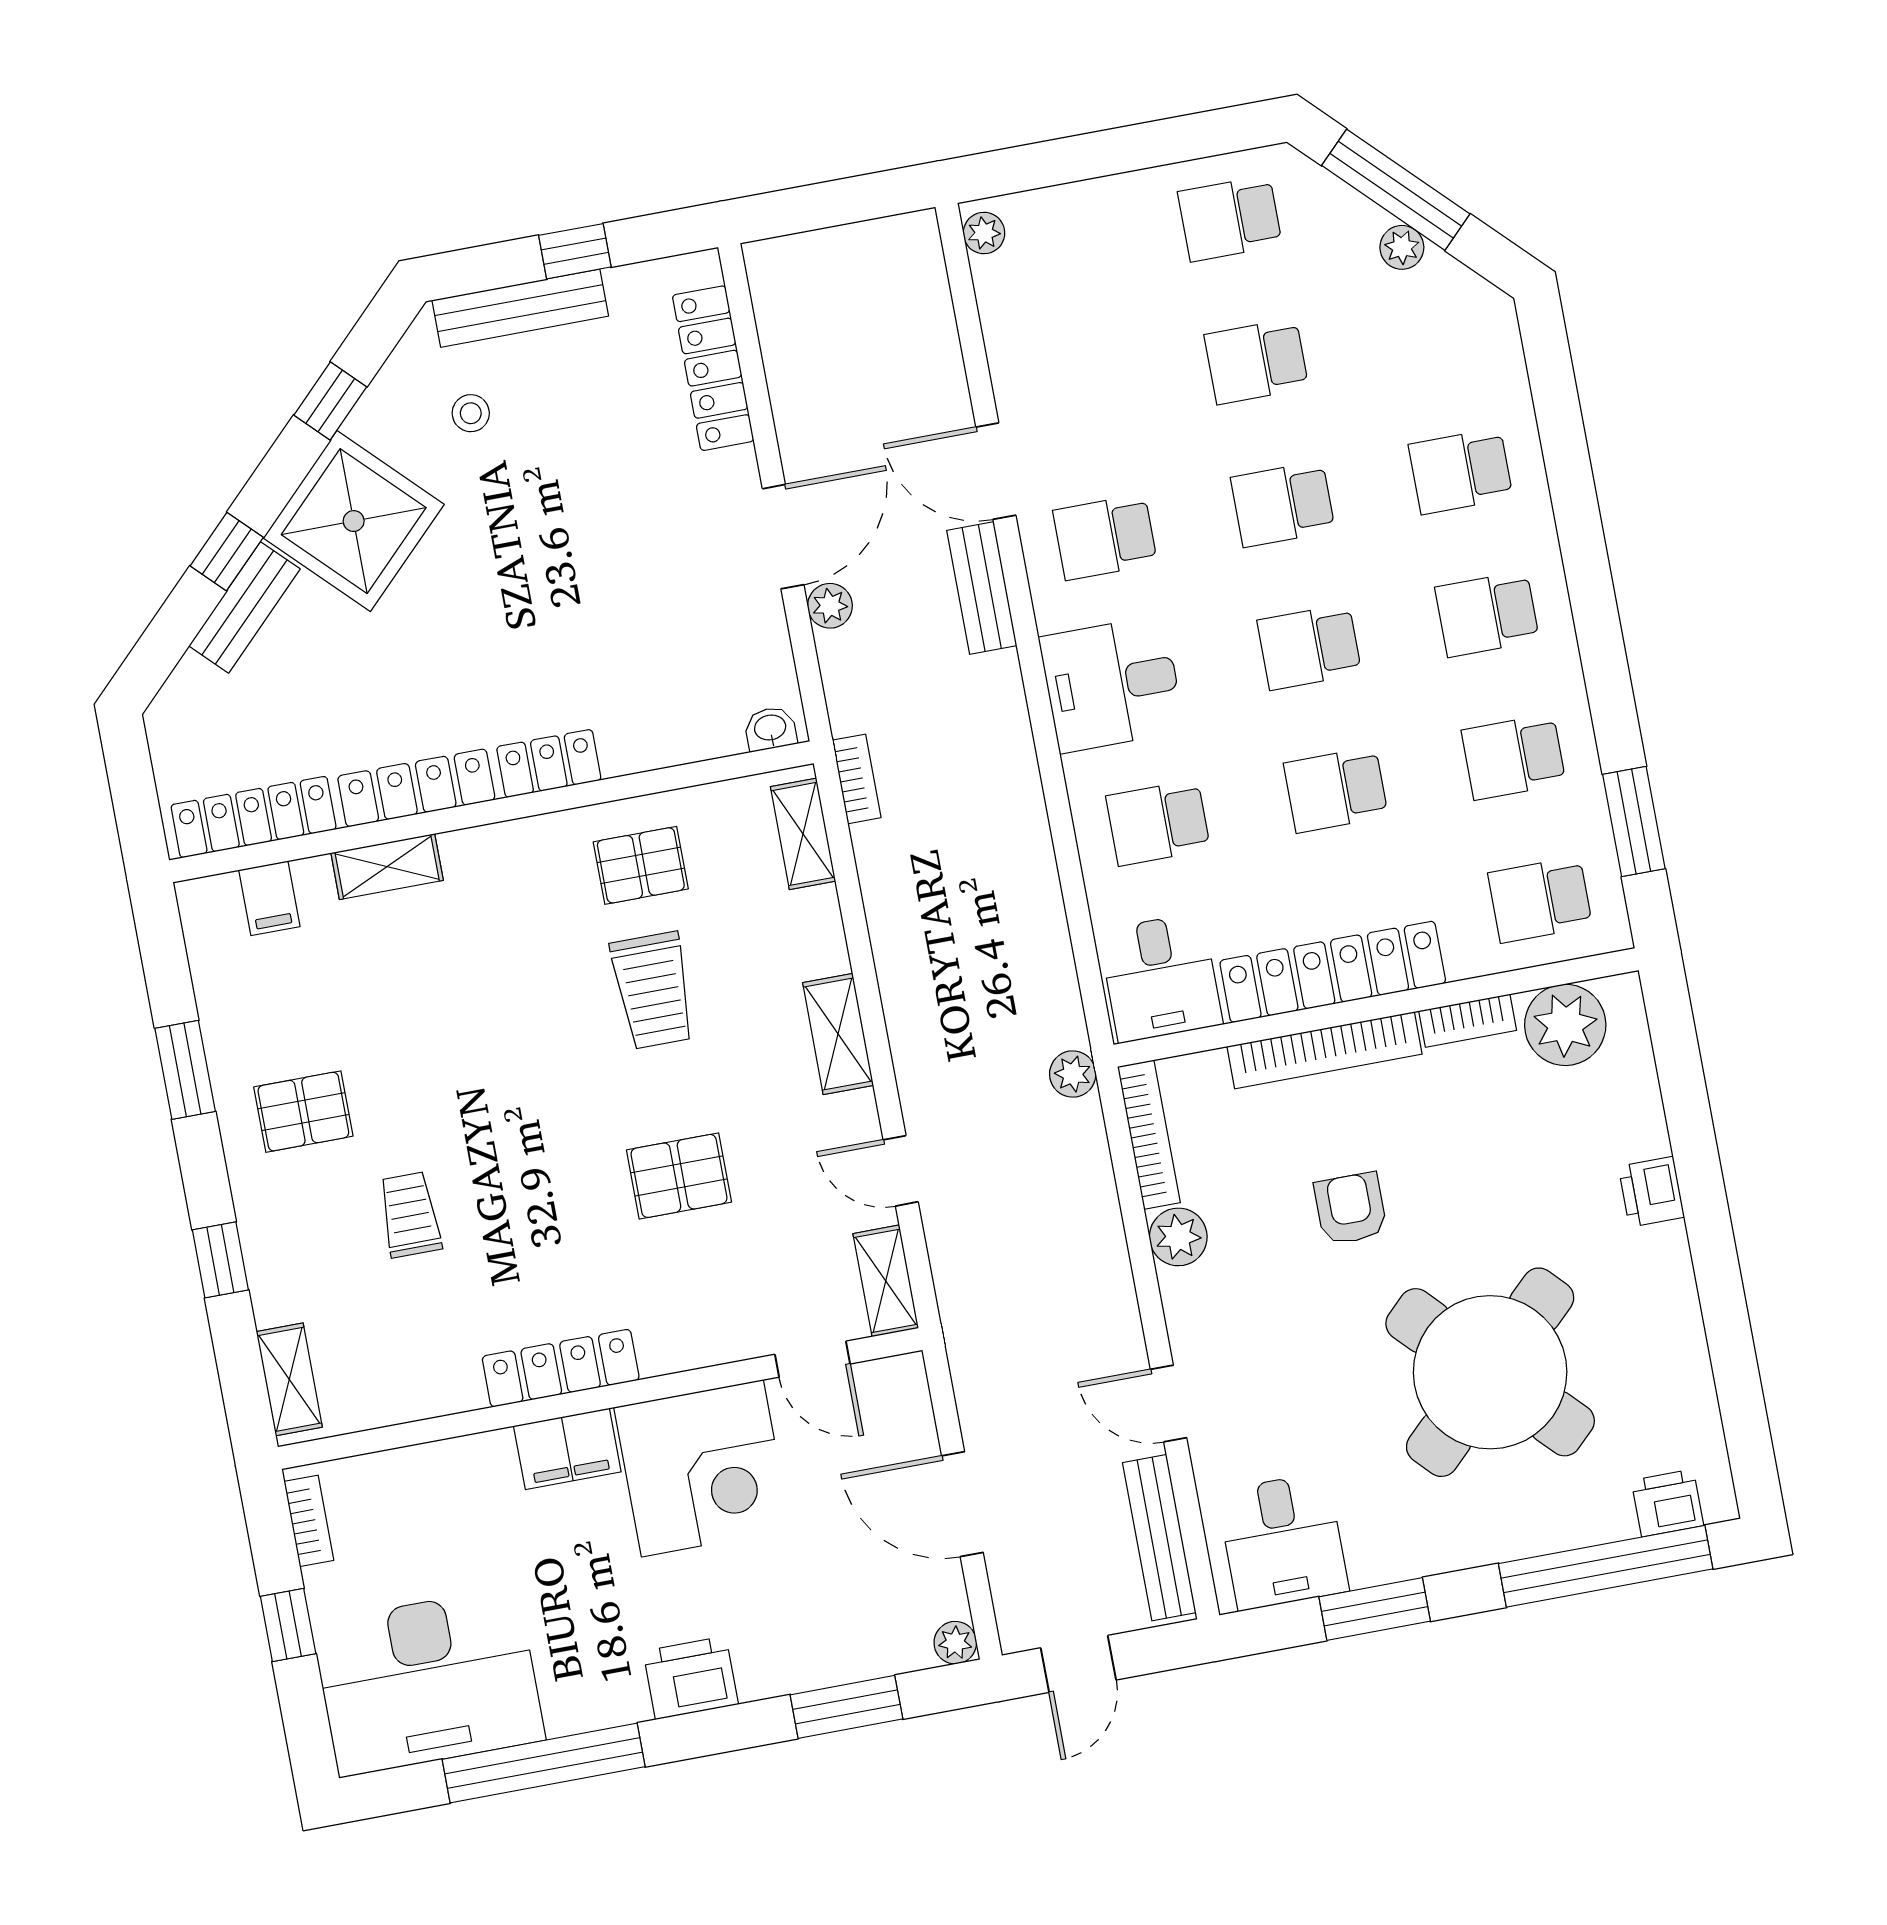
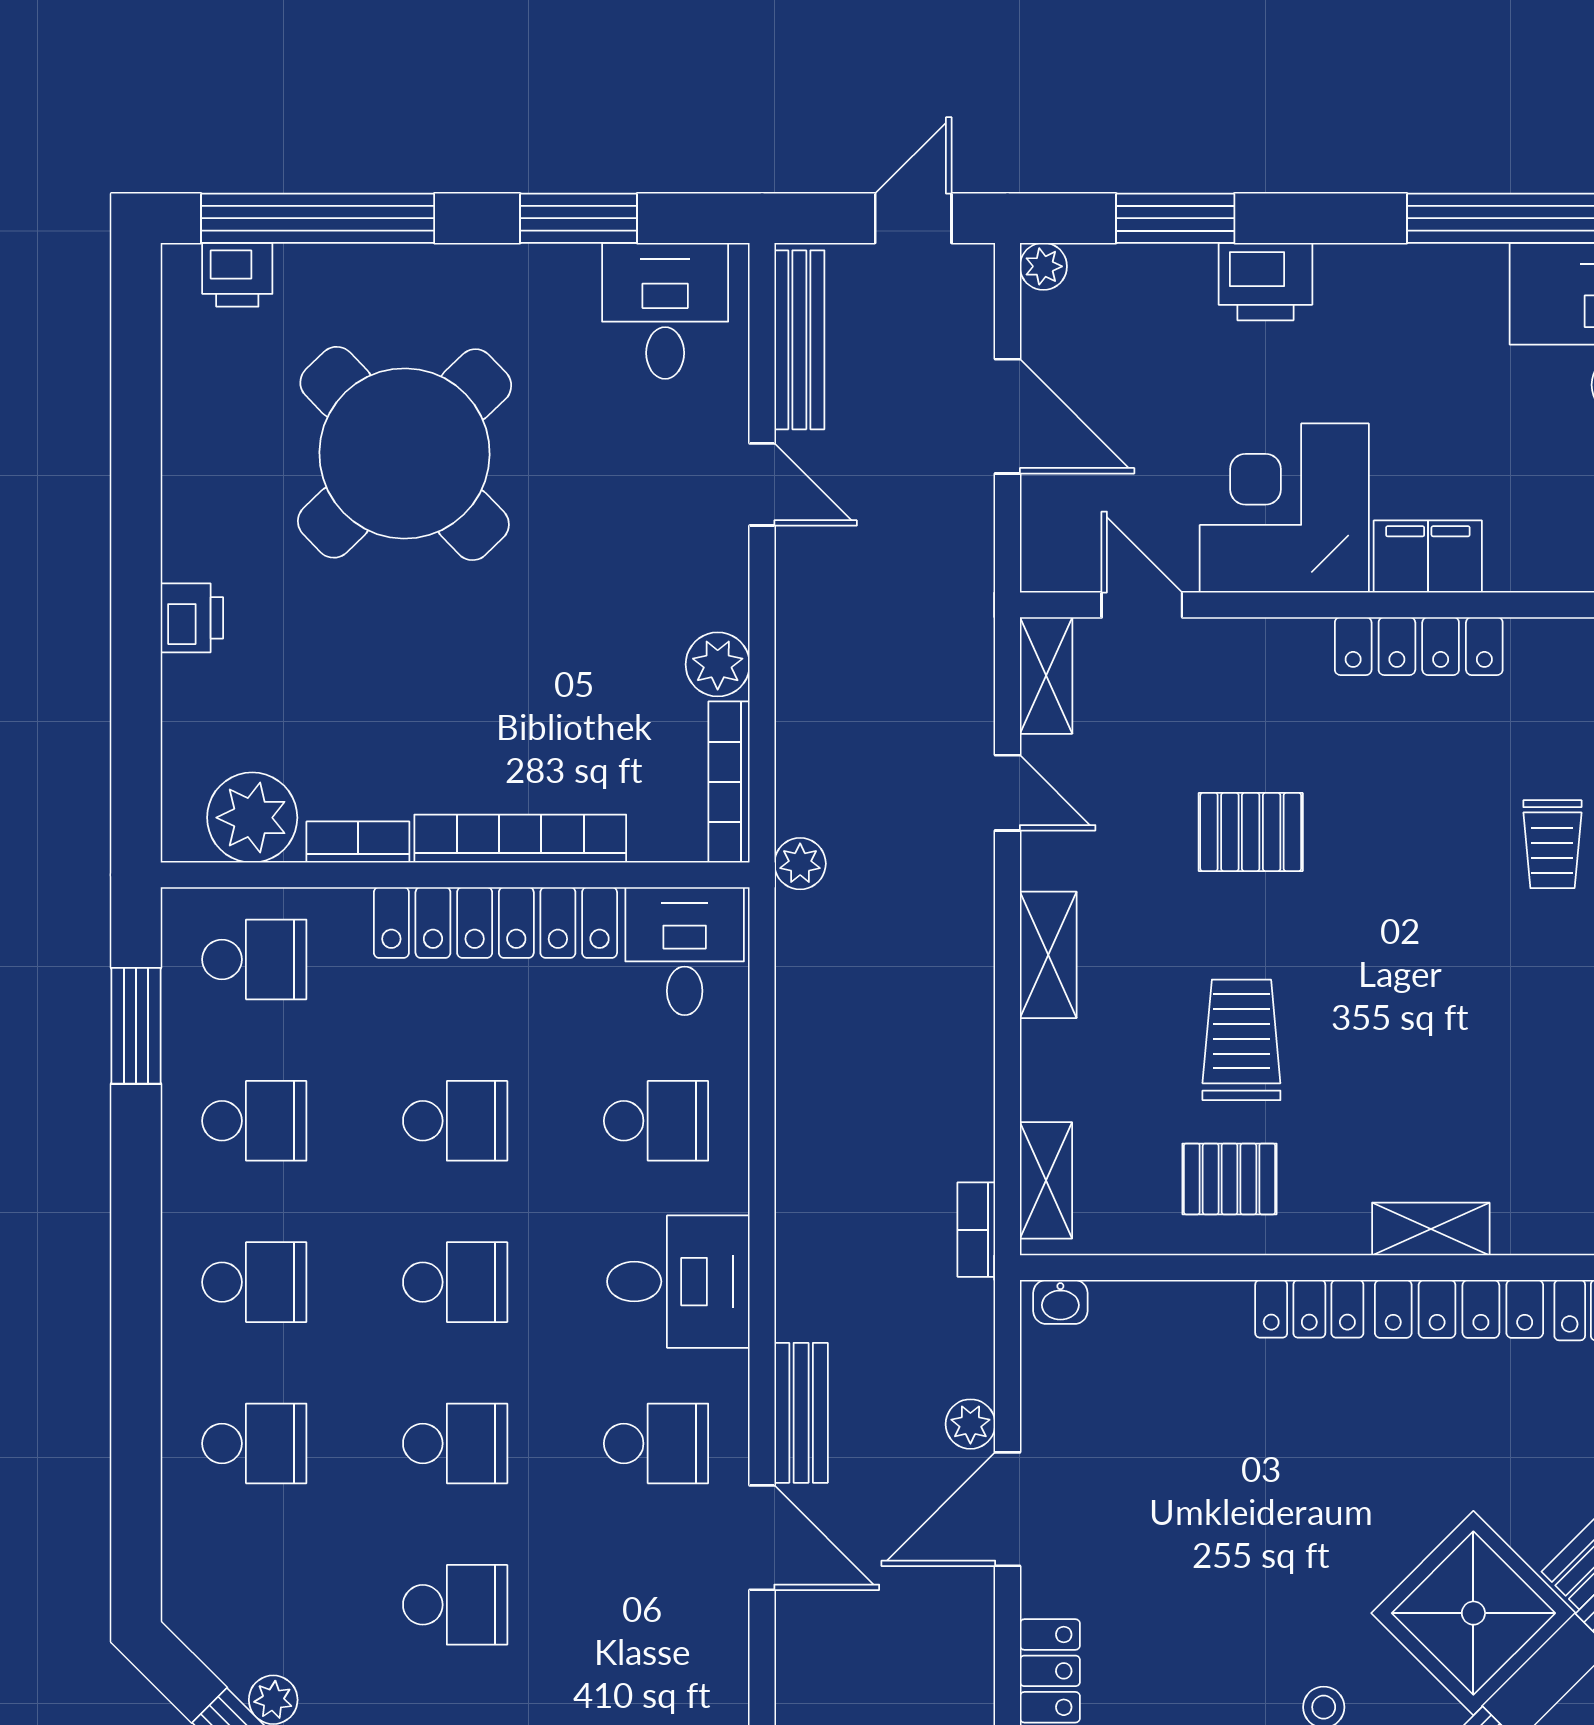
shelving: (387, 867) -> (1431, 1229), moved
armchair: (1351, 1208) -> (524, 661), removed
printer: (691, 1678) -> (1265, 282), moved

